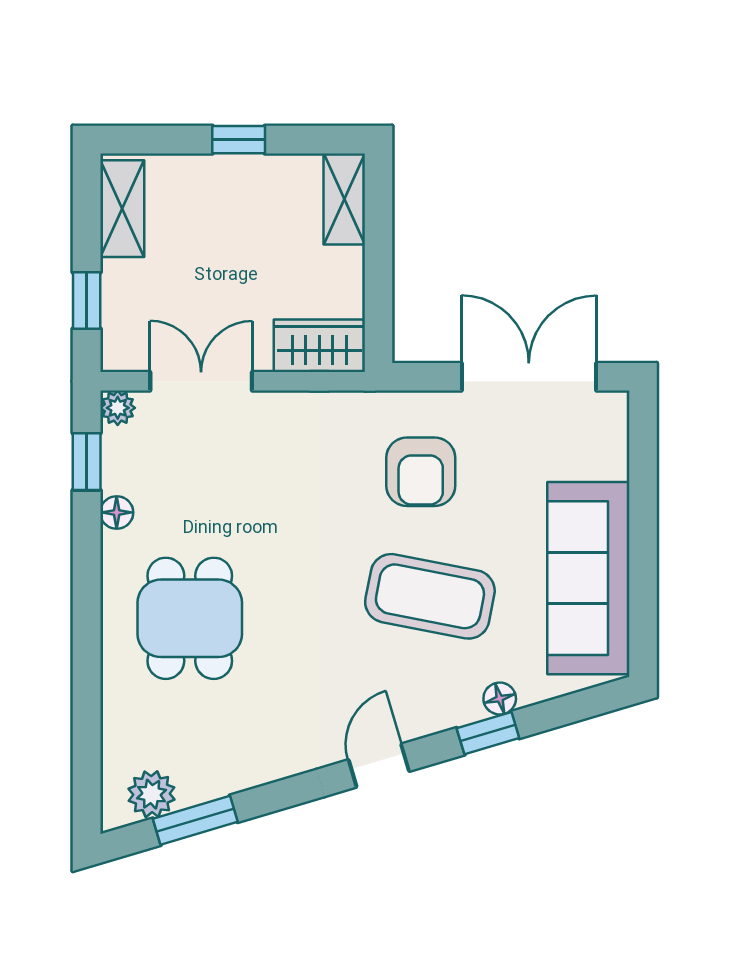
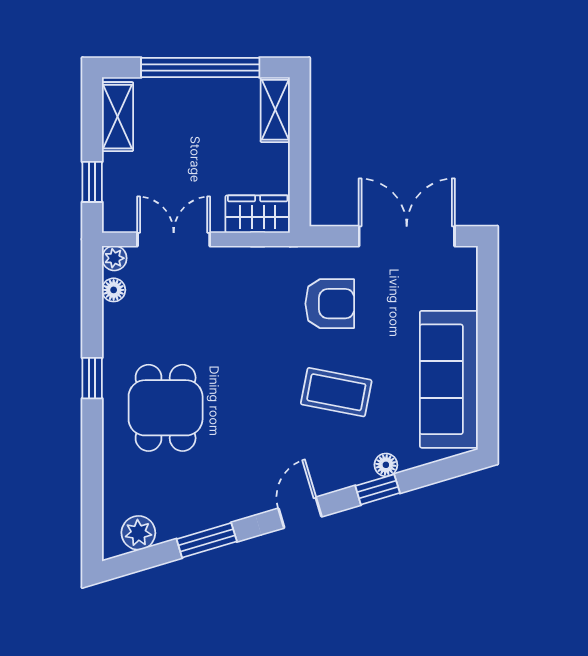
window: (239, 140) -> (200, 68), width x3.17
window: (87, 462) -> (92, 378), moved
armchair: (421, 472) -> (330, 304), turned -90
floor lamp: (117, 512) -> (114, 290), moved
coffee table: (430, 596) -> (336, 392), width x0.73, depth x0.76
window: (195, 820) -> (207, 540), moved

